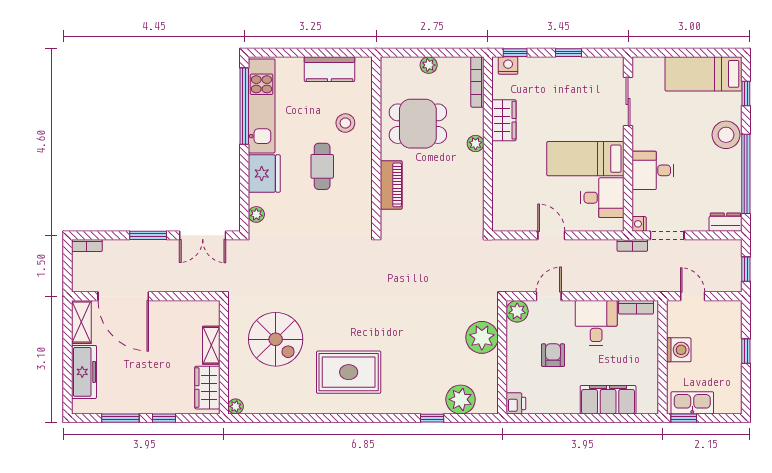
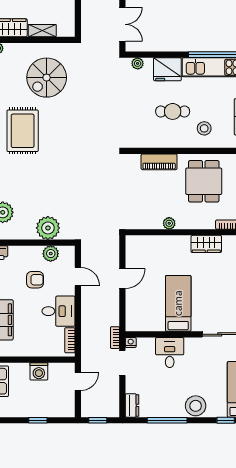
plant: (476, 143) -> (169, 223), moved
window: (746, 174) -> (167, 420), width x0.68
desk: (602, 198) -> (150, 316), removed
double door: (203, 235) -> (122, 24), swing flipped
plant: (517, 311) -> (51, 254), moved

